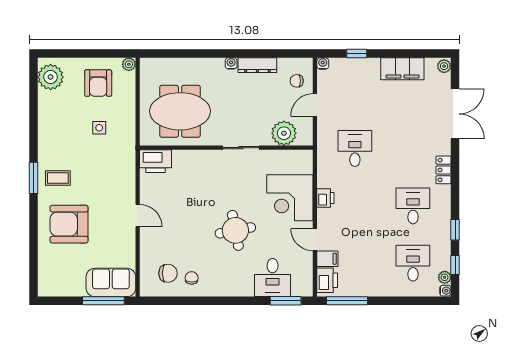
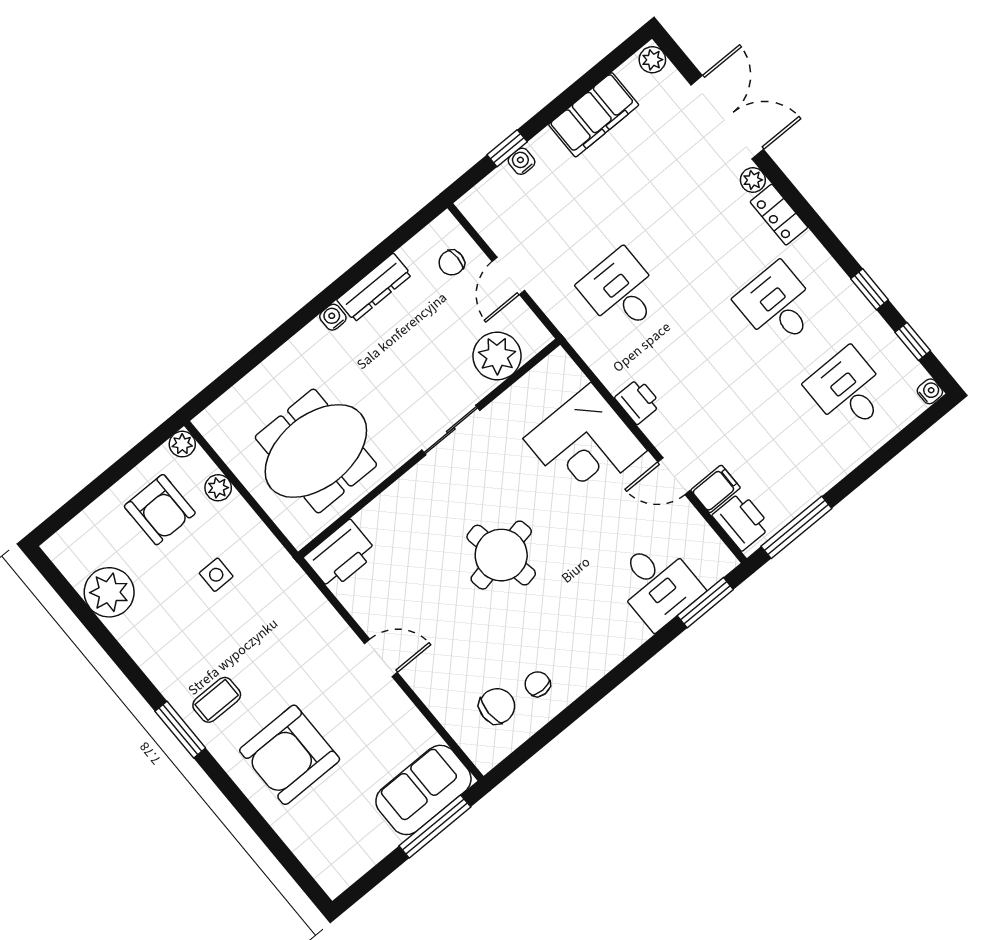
water cooler: (323, 63) -> (522, 161), moved
plant: (51, 77) -> (109, 592), moved
plant: (129, 94) -> (218, 488), added
round table: (235, 230) -> (501, 555), moved
plant: (445, 277) -> (753, 180), moved

